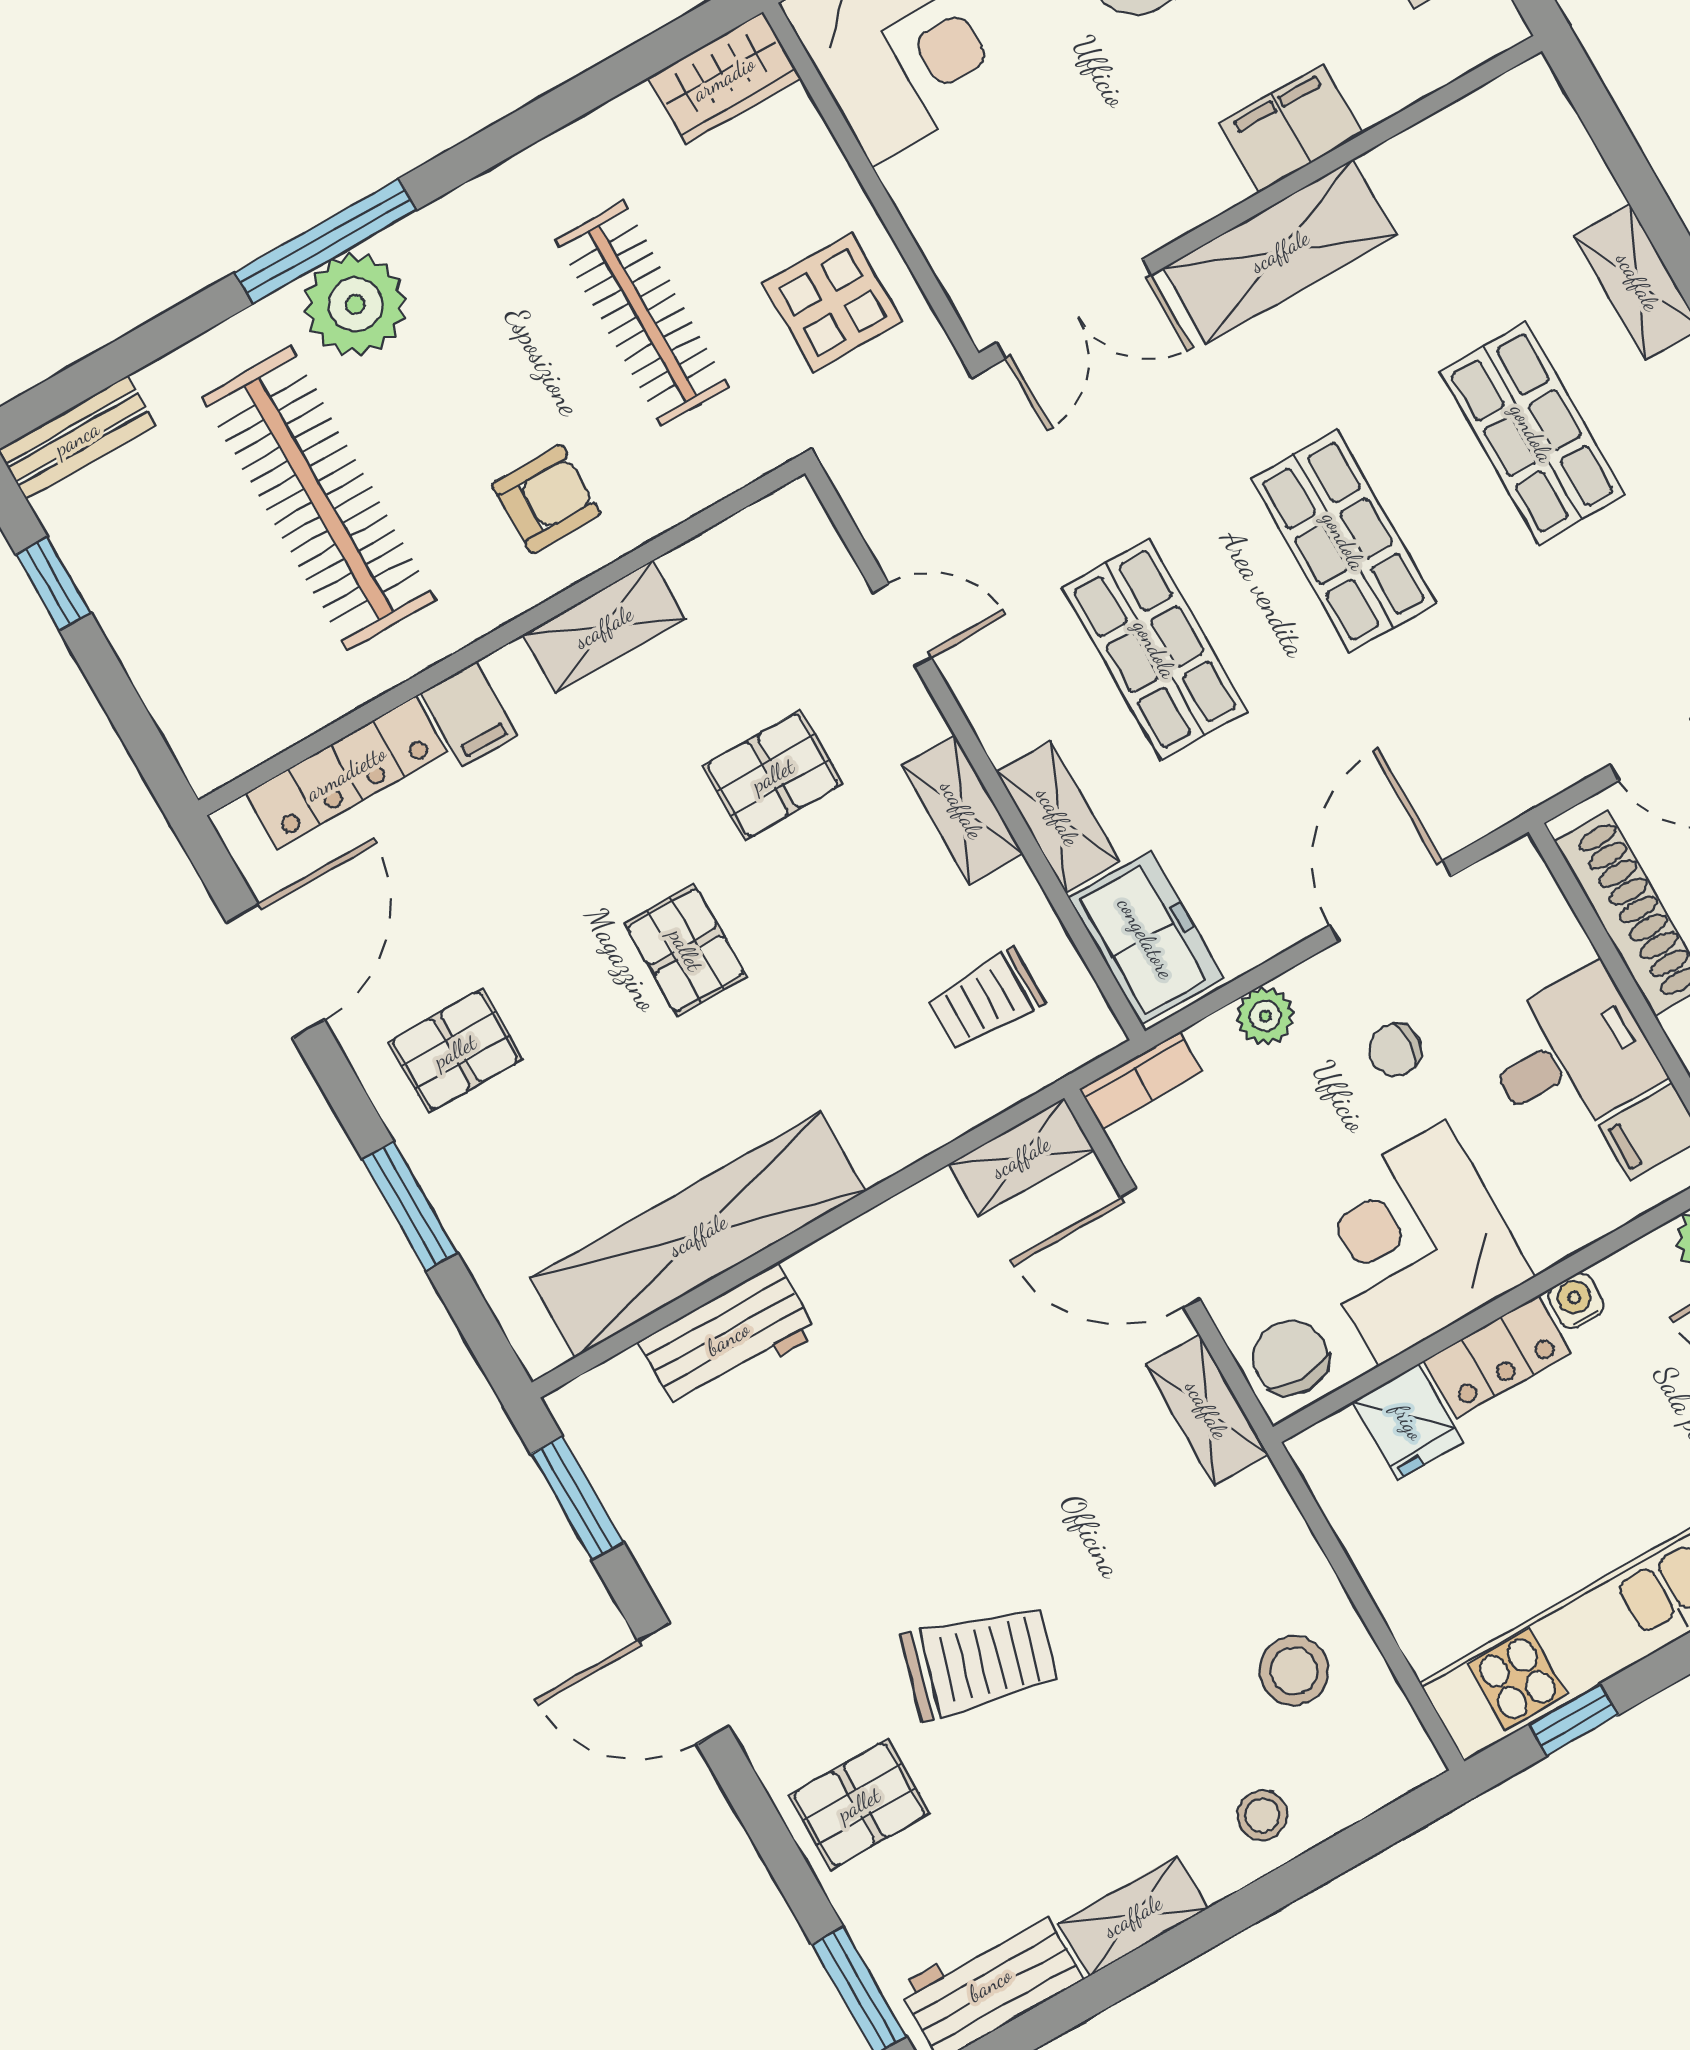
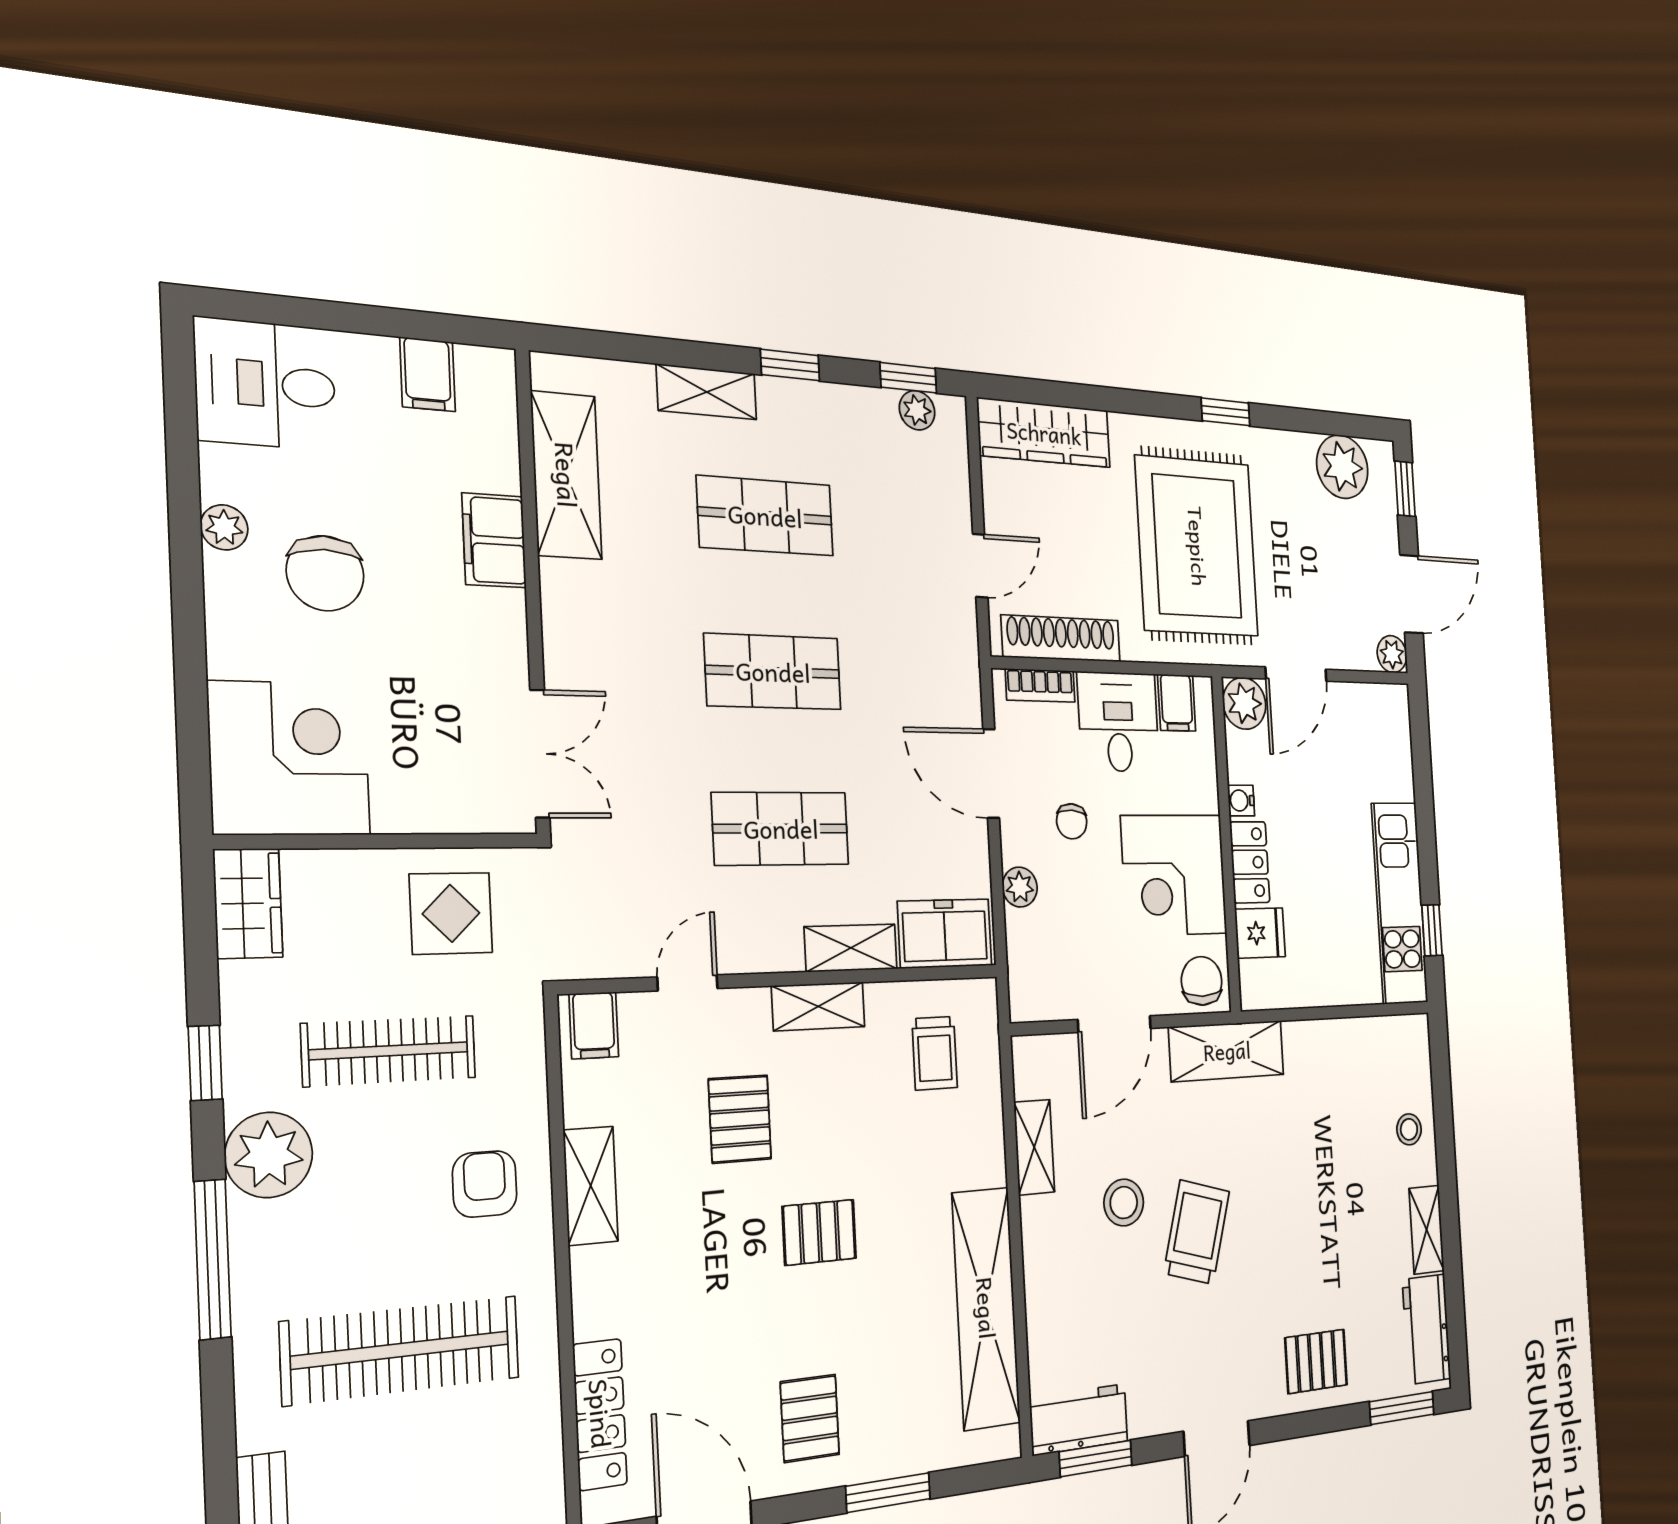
window: (530, 124) -> (205, 1063), added
shelving: (1280, 251) -> (566, 475), moved
plant: (355, 305) -> (269, 1155), moved
filing cabinet: (469, 714) -> (594, 1025), moved, turned 90
bookcase: (1141, 1080) -> (1040, 686), moved, turned 90
shelving: (1021, 1157) -> (1034, 1147), moved
workbench: (728, 1338) -> (1079, 1420), moved, turned -90
chair: (1290, 1358) -> (1202, 981), turned 90
shelving: (1207, 1410) -> (1227, 1051), width x1.50, depth x1.33
trolley: (980, 1662) -> (1197, 1232), moved
stool: (1294, 1671) -> (1124, 1203), moved
pallet: (859, 1804) -> (1316, 1361), turned 90

